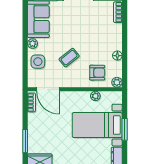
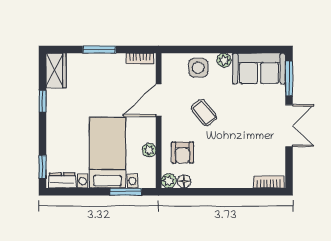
floor lamp: (117, 56) -> (184, 181), moved
door: (48, 89) -> (159, 100), moved
window: (125, 129) -> (126, 192), moved
window: (25, 141) -> (99, 50), moved

